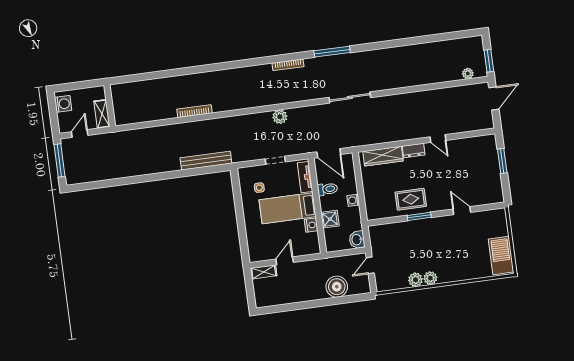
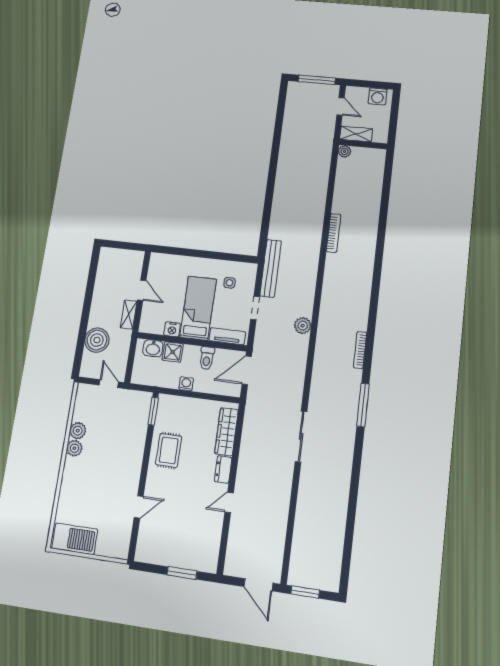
plant: (468, 73) -> (345, 151), moved
sliding door: (350, 97) -> (301, 437), moved
bench: (206, 161) -> (271, 268), moved
window: (419, 216) -> (153, 411), moved
washbasin: (357, 240) -> (153, 348), moved, turned 180
shelving: (264, 272) -> (129, 315), moved

